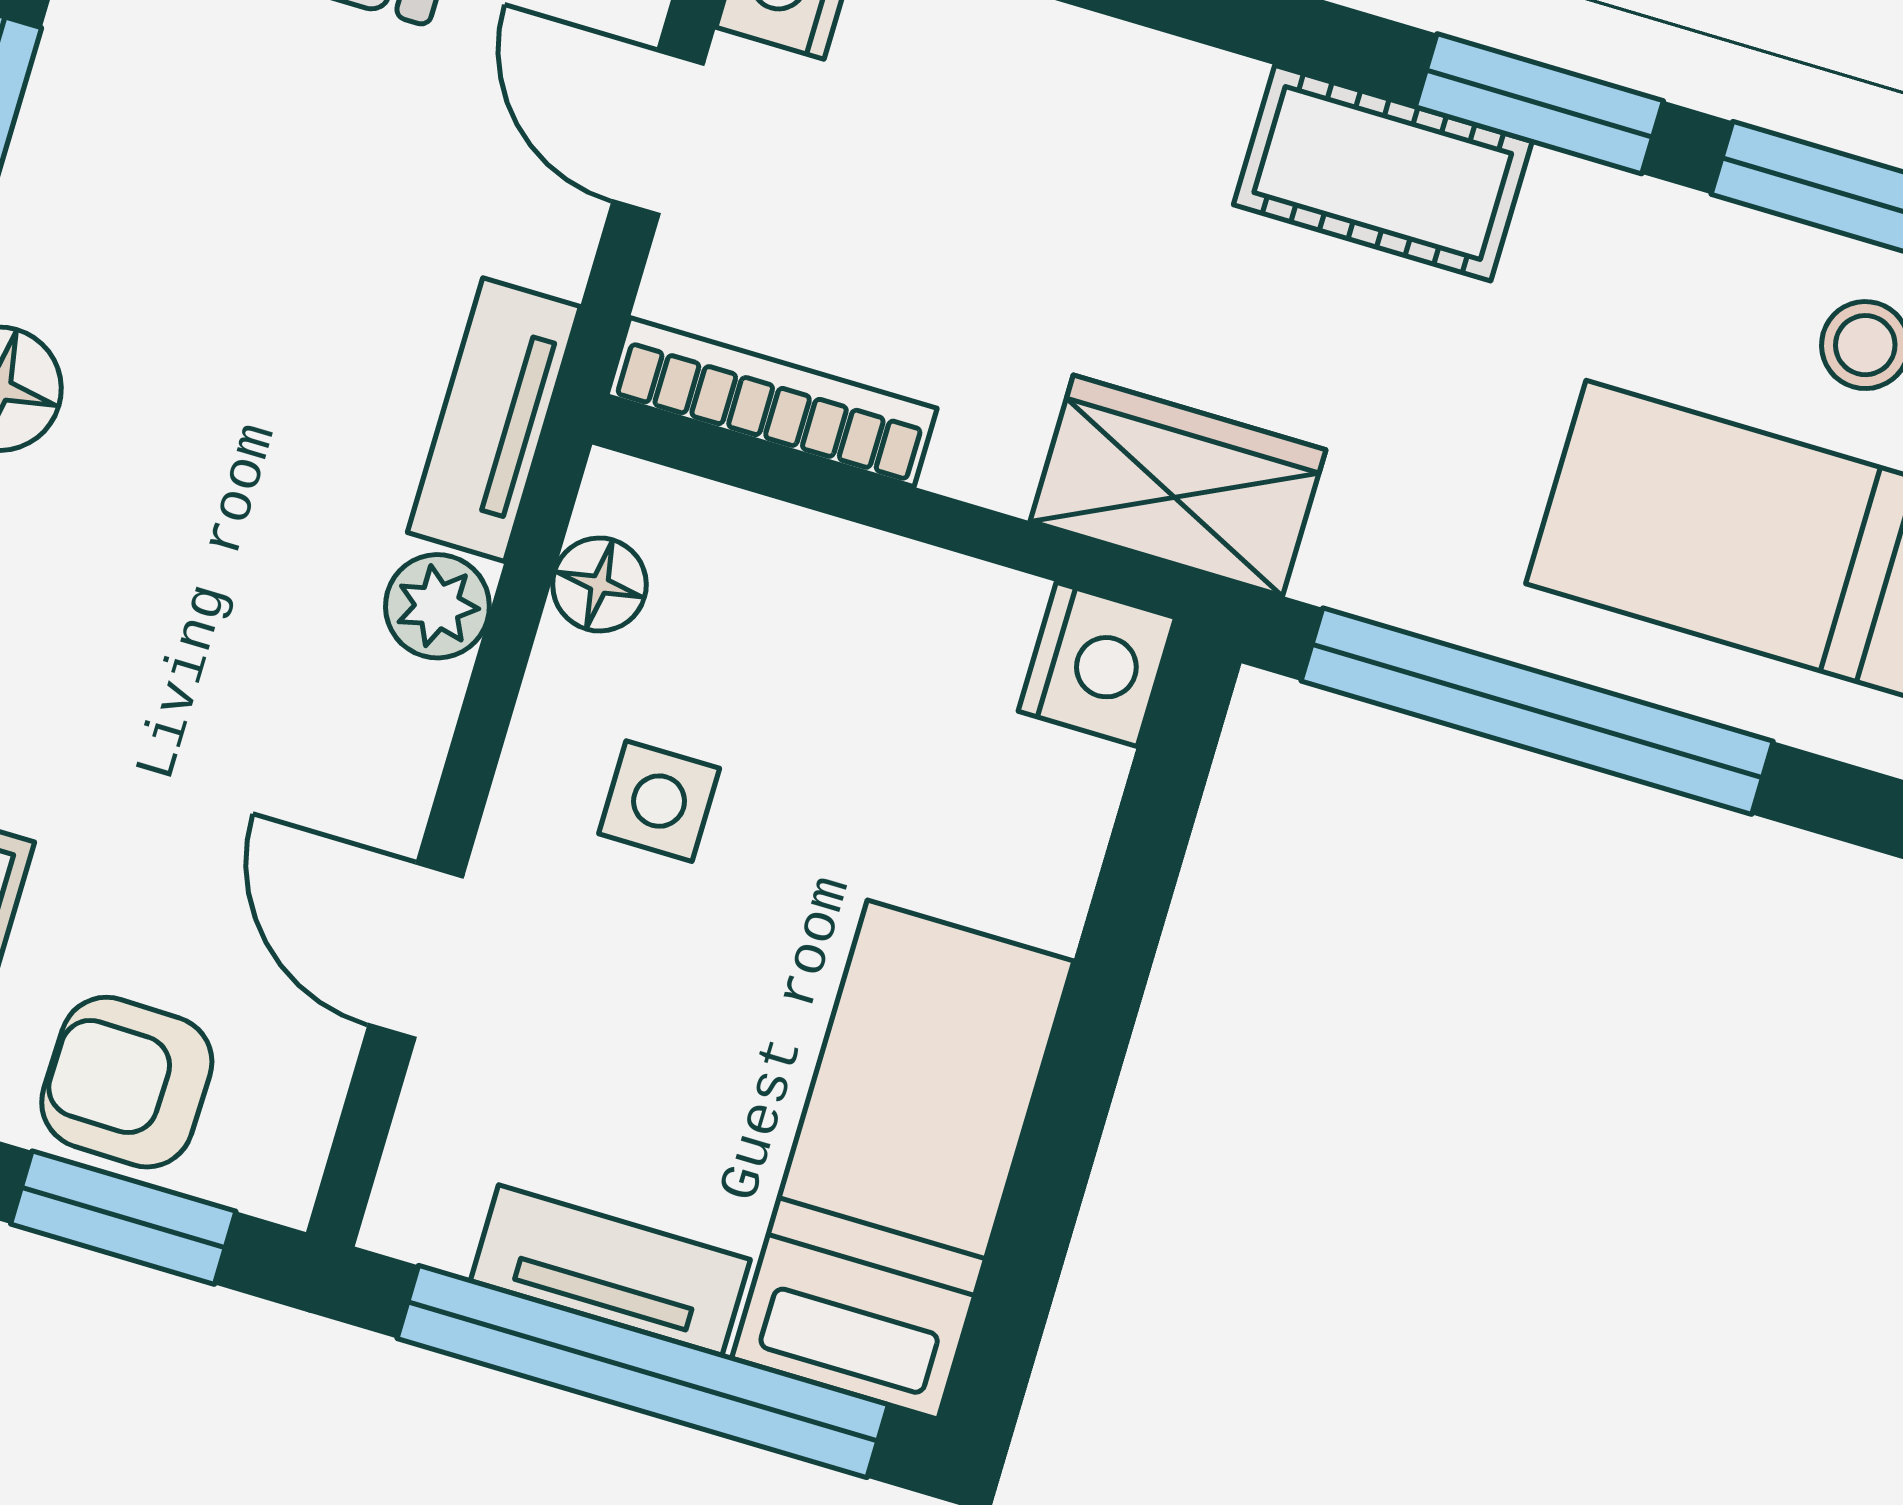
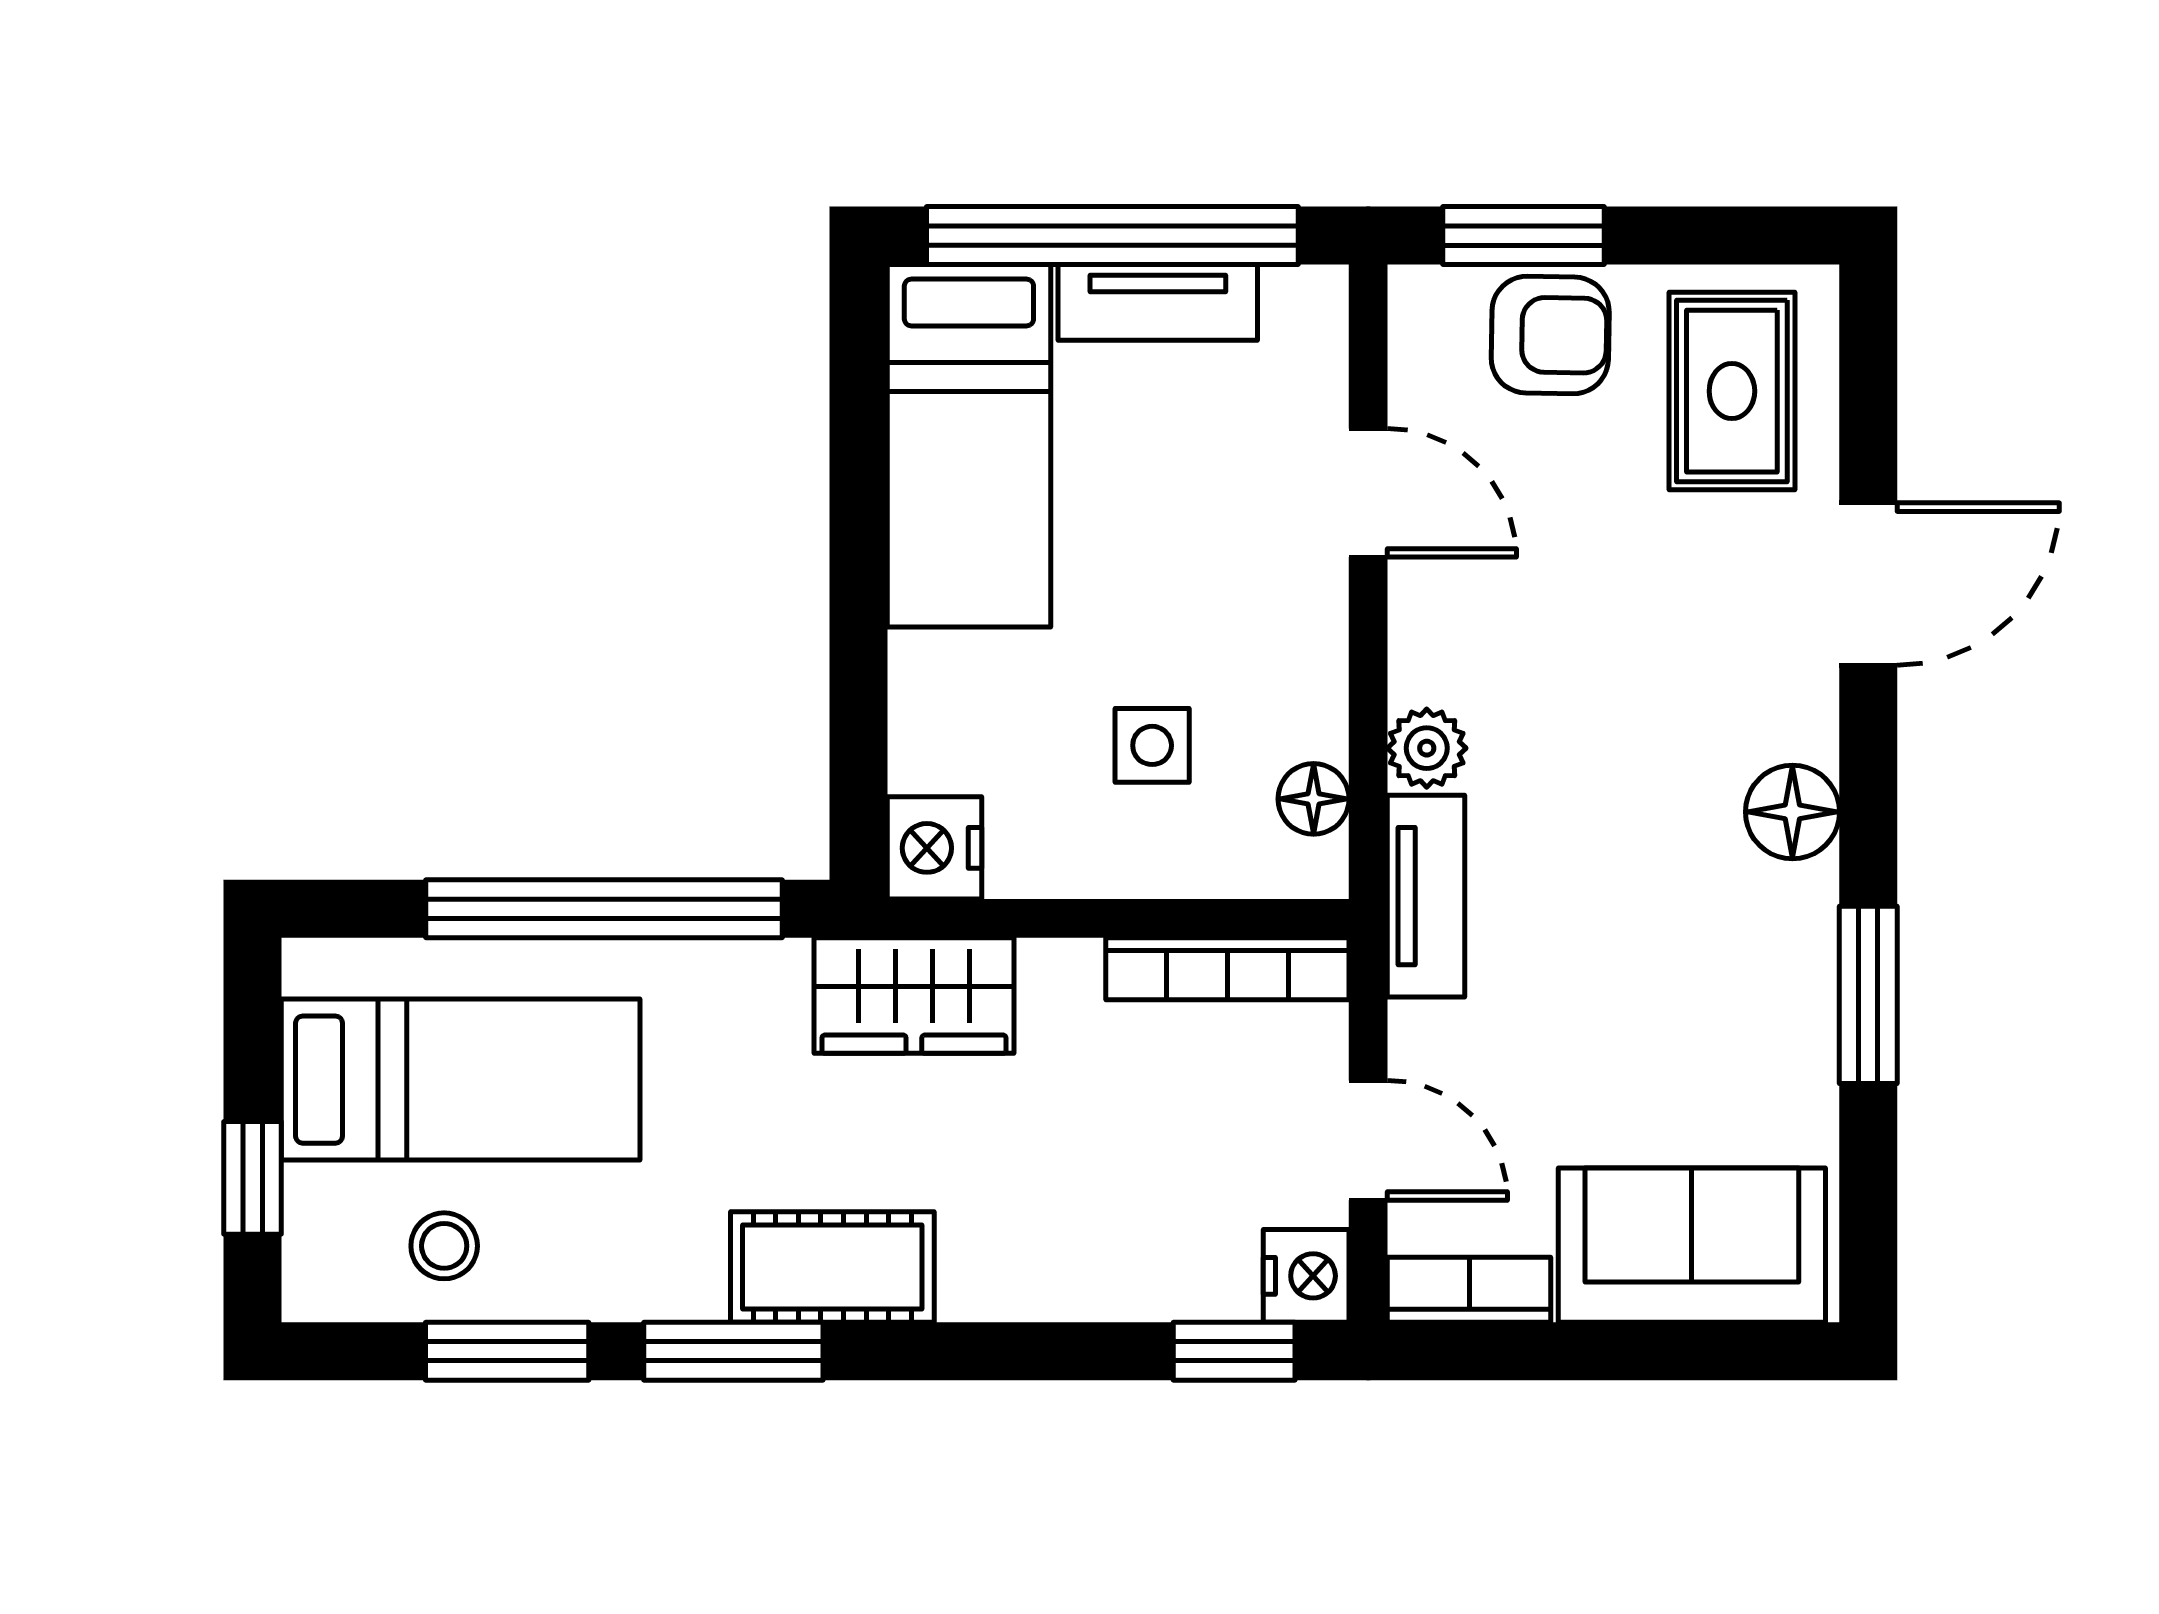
side table: (659, 801) -> (1152, 745), moved

